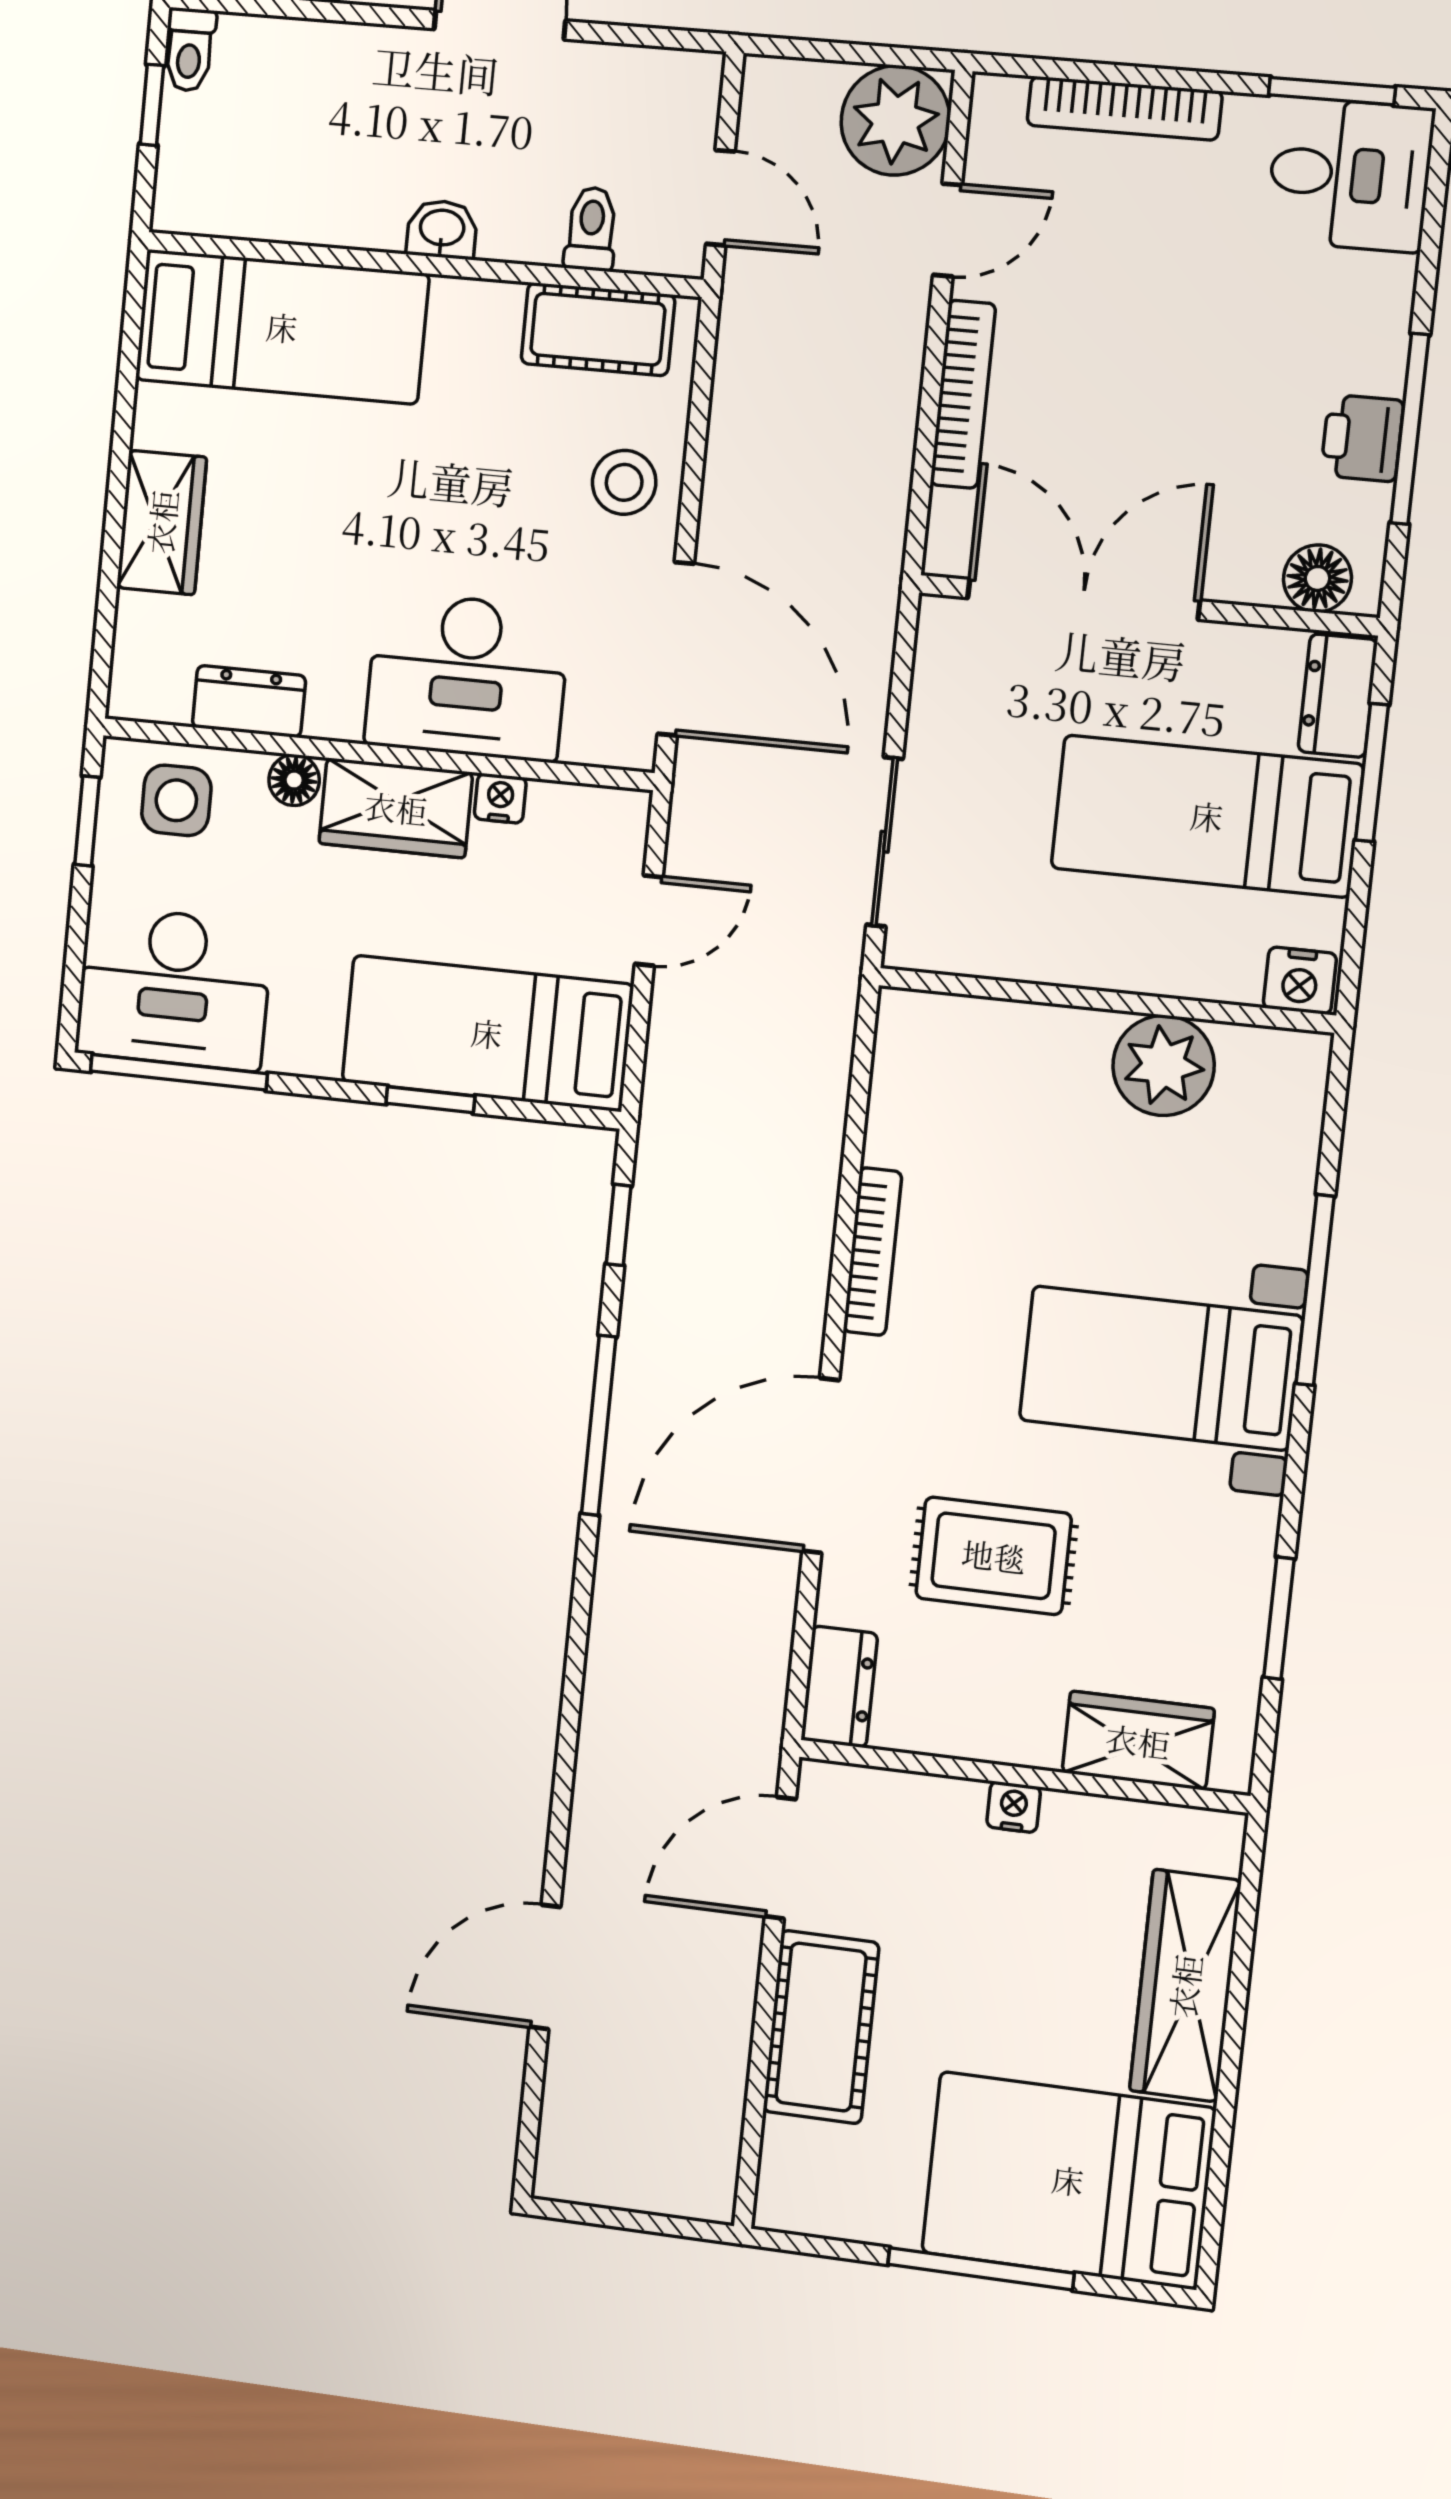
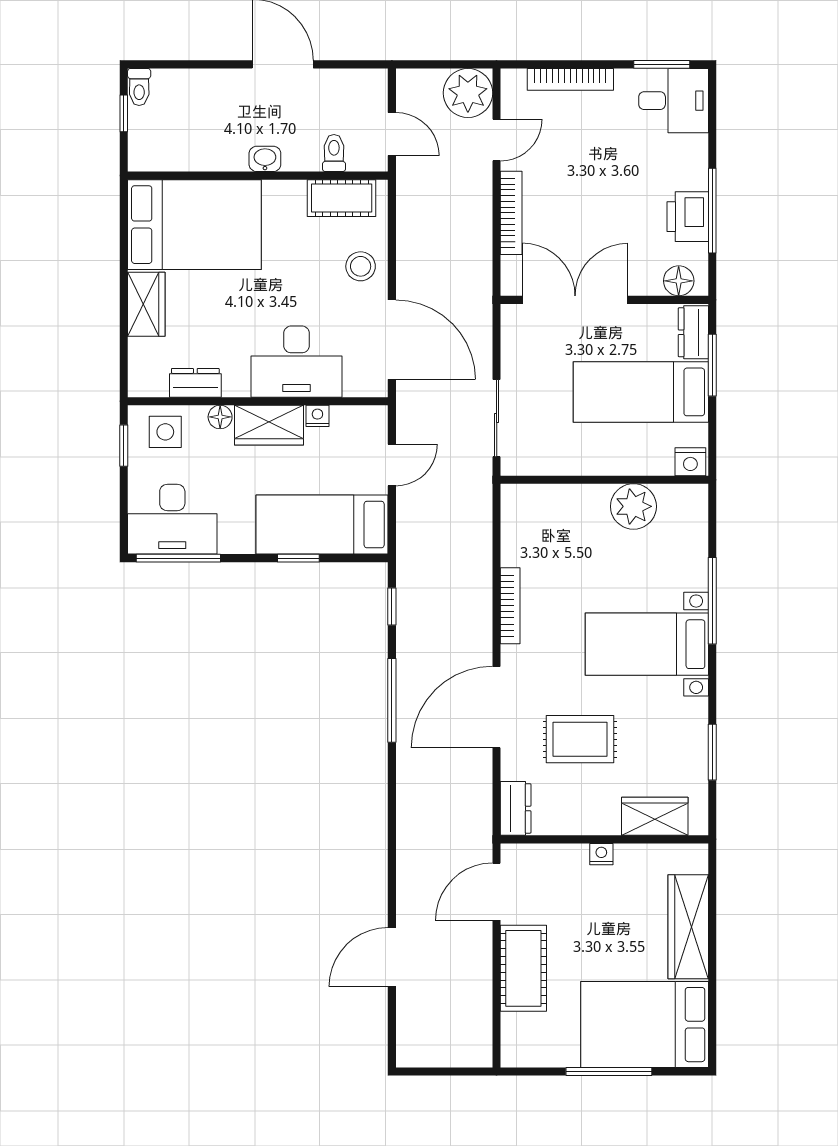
bed: (282, 327) -> (194, 225), width x1.50
printer: (1362, 438) -> (688, 217), width x1.36, depth x1.24

